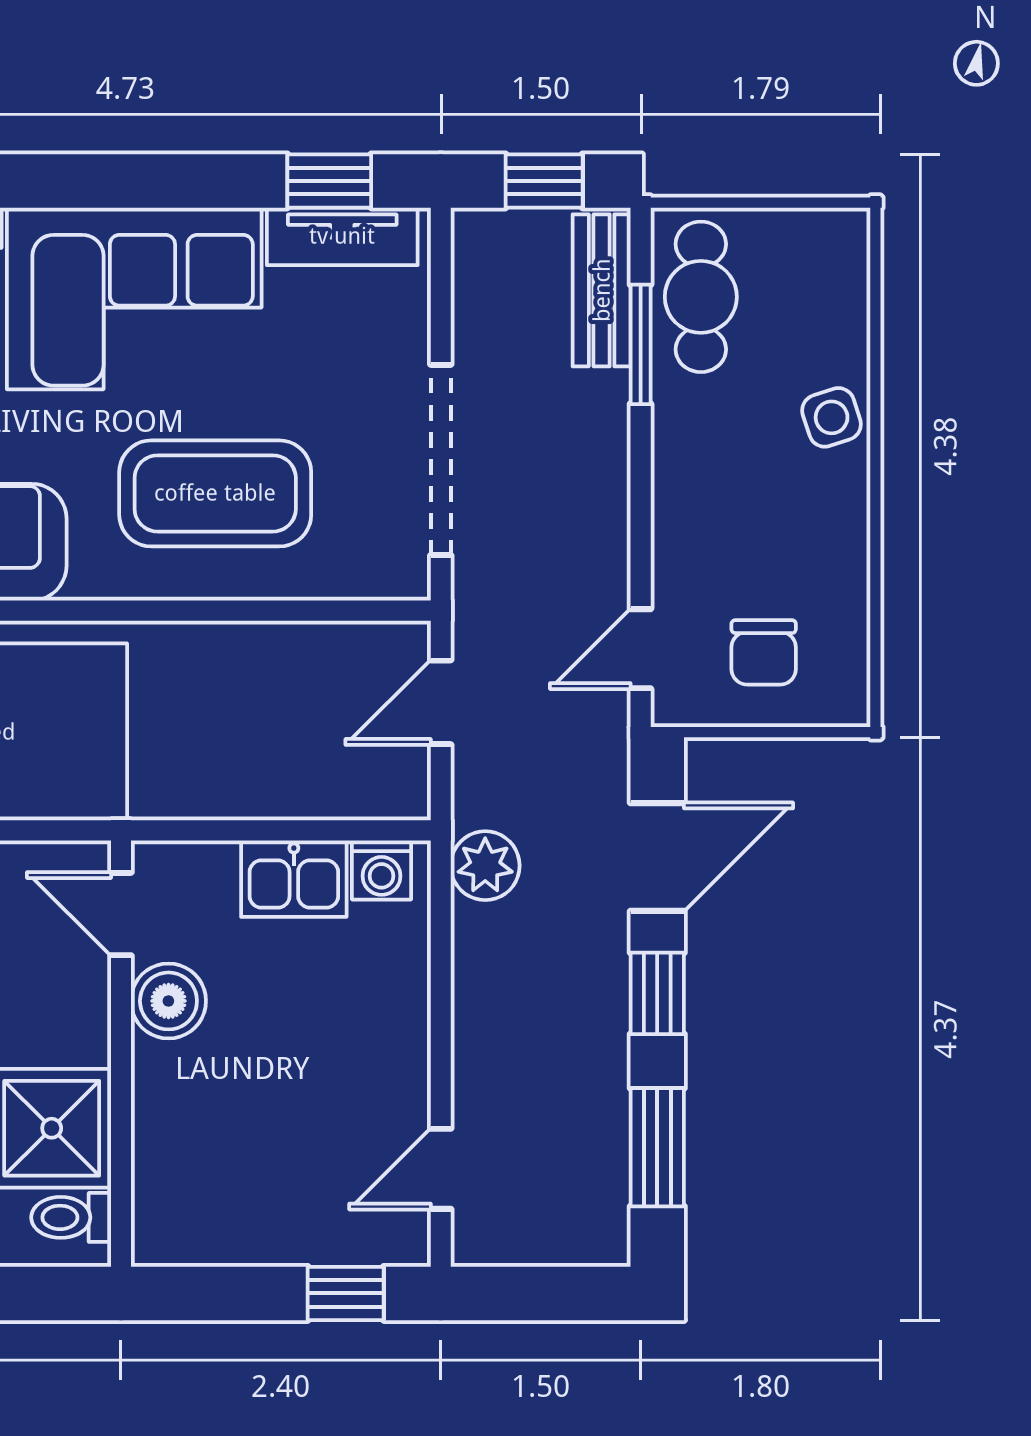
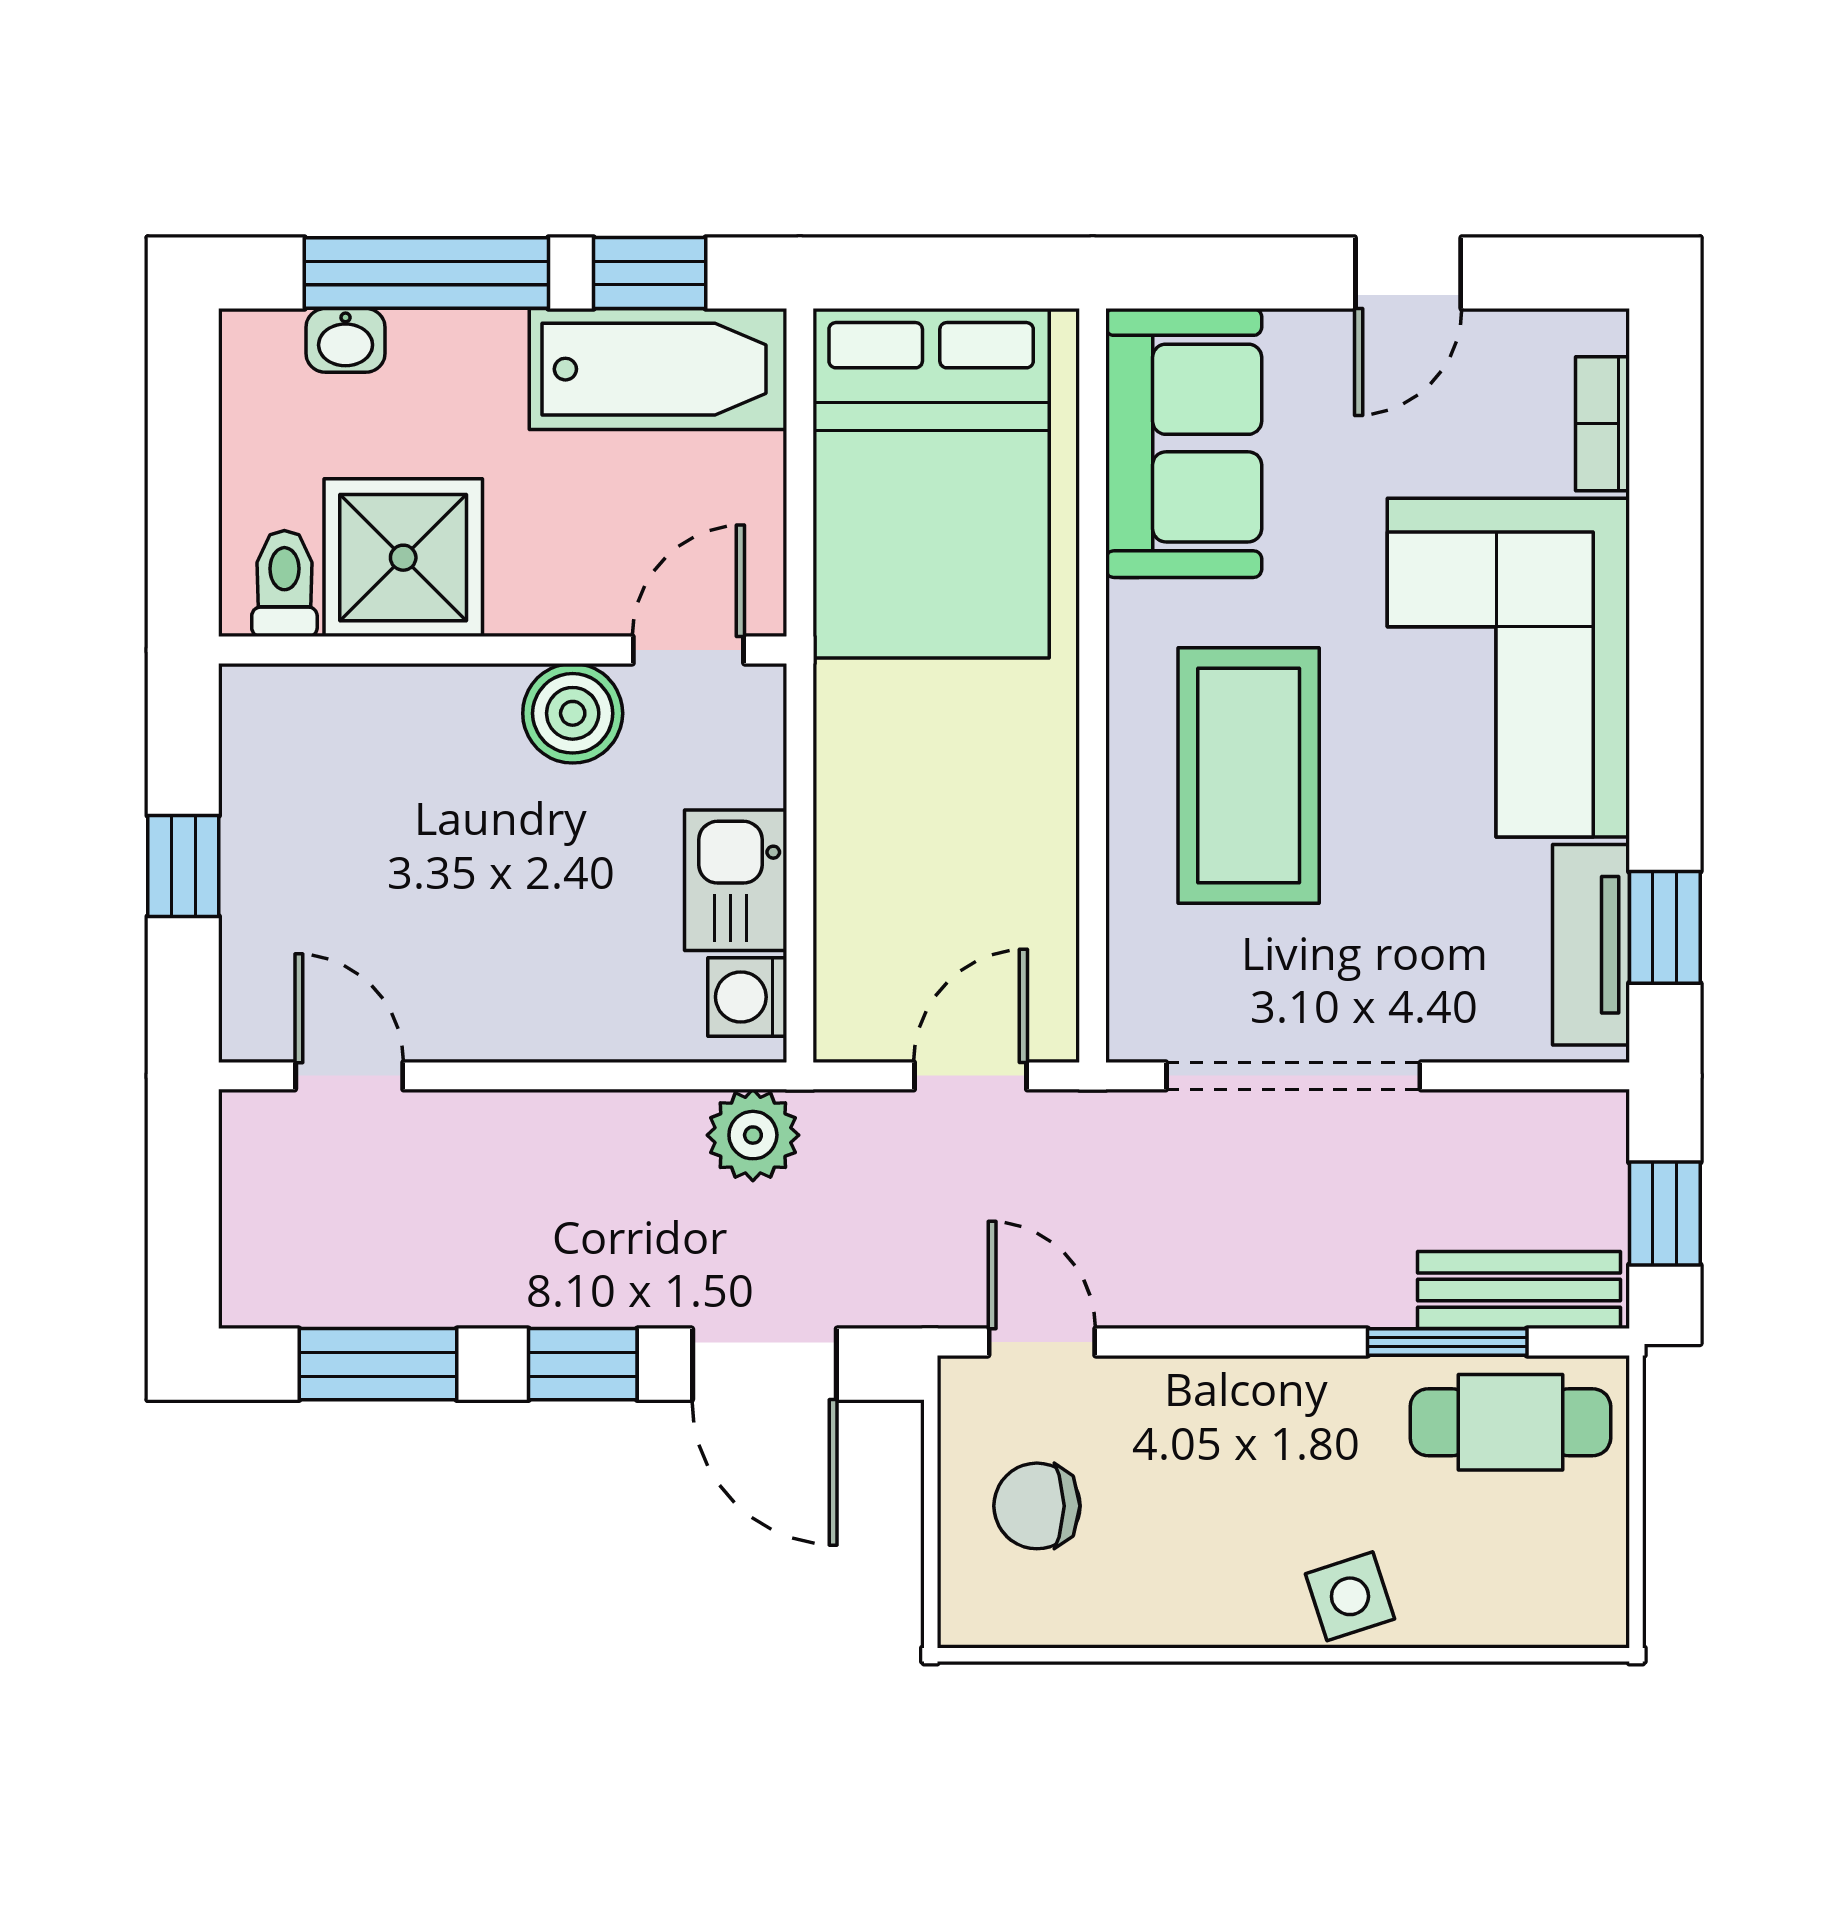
door: (441, 702) -> (971, 1076), hinge flipped
window: (346, 1293) -> (183, 866), moved

